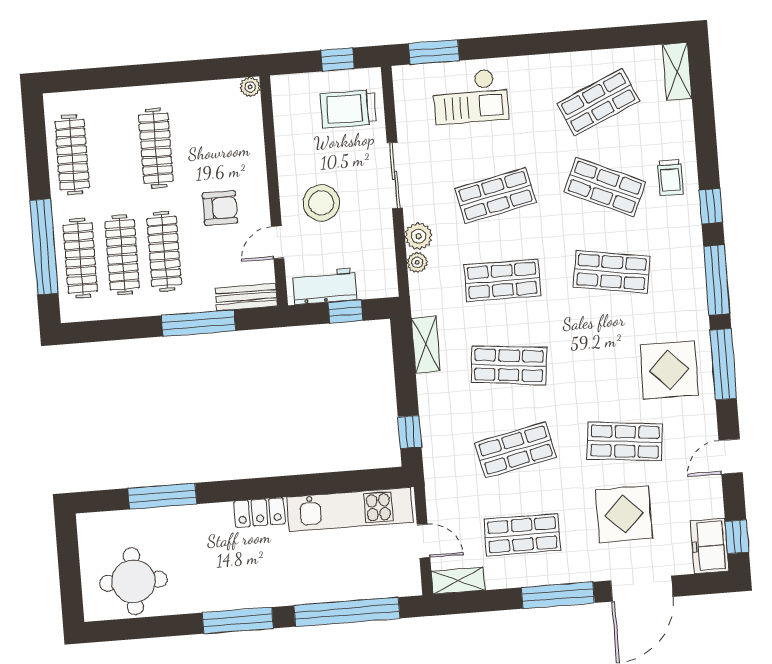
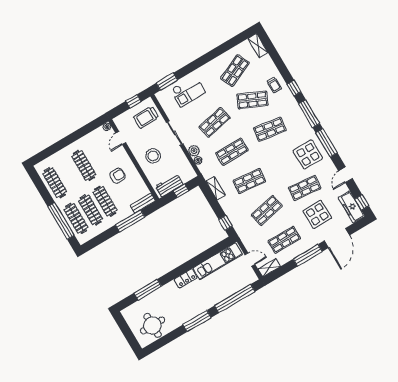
door: (278, 242) -> (121, 138), moved
freezer: (710, 546) -> (352, 207), width x1.40

